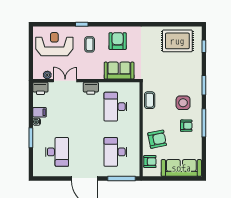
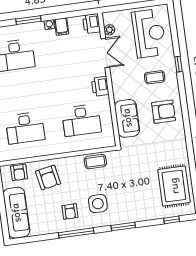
desk: (116, 107) -> (81, 120), turned 180
desk: (116, 152) -> (25, 128), turned 180

